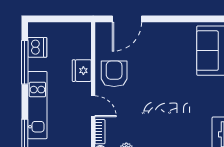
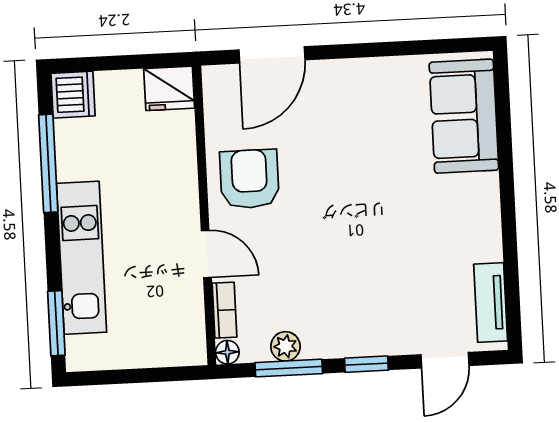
dishwasher: (37, 47) -> (73, 95), moved
fridge: (82, 71) -> (169, 88), moved, turned -90

